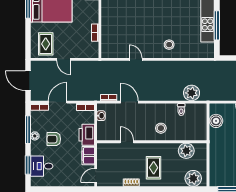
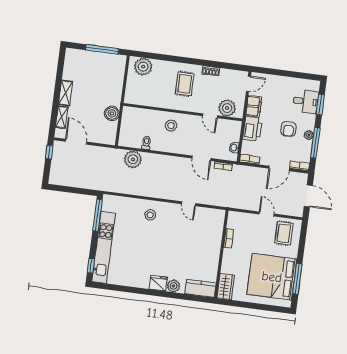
window: (217, 25) -> (98, 215), moved
boiler: (216, 121) -> (112, 113), moved
armchair: (54, 139) -> (289, 129), turned 89
plant: (186, 151) -> (227, 108), moved

